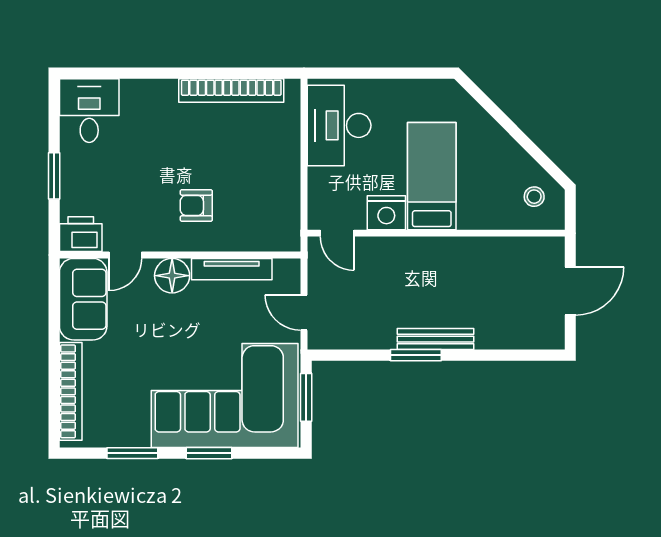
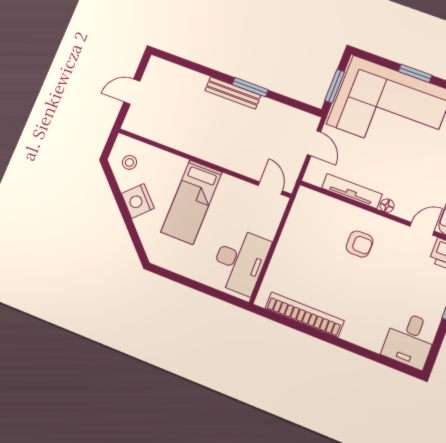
nightstand: (386, 213) -> (138, 201), moved, turned -135
floor lamp: (172, 276) -> (387, 206), width x0.53, depth x0.53
door: (570, 291) -> (132, 92), width x0.73

